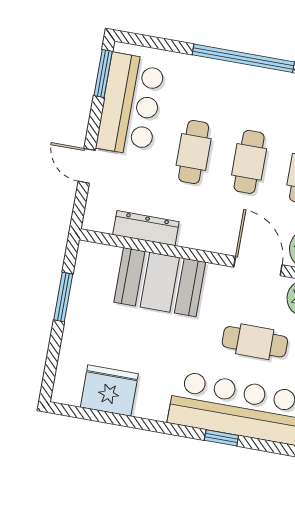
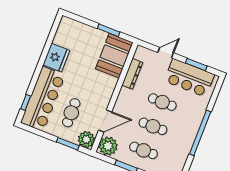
window: (103, 73) -> (196, 64), moved
booth: (160, 282) -> (114, 56), moved
fridge: (109, 391) -> (56, 58), moved
window: (221, 438) -> (26, 102), moved

